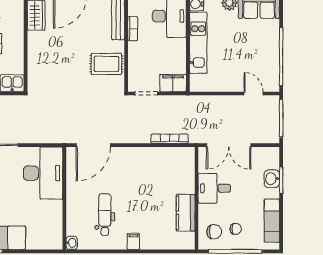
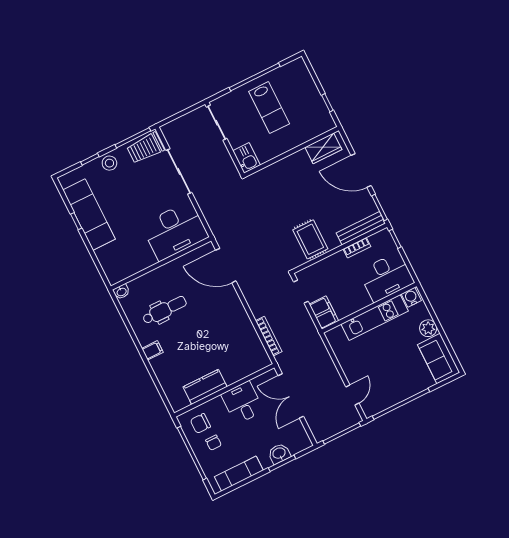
chair: (214, 232) -> (200, 423), turned 90

